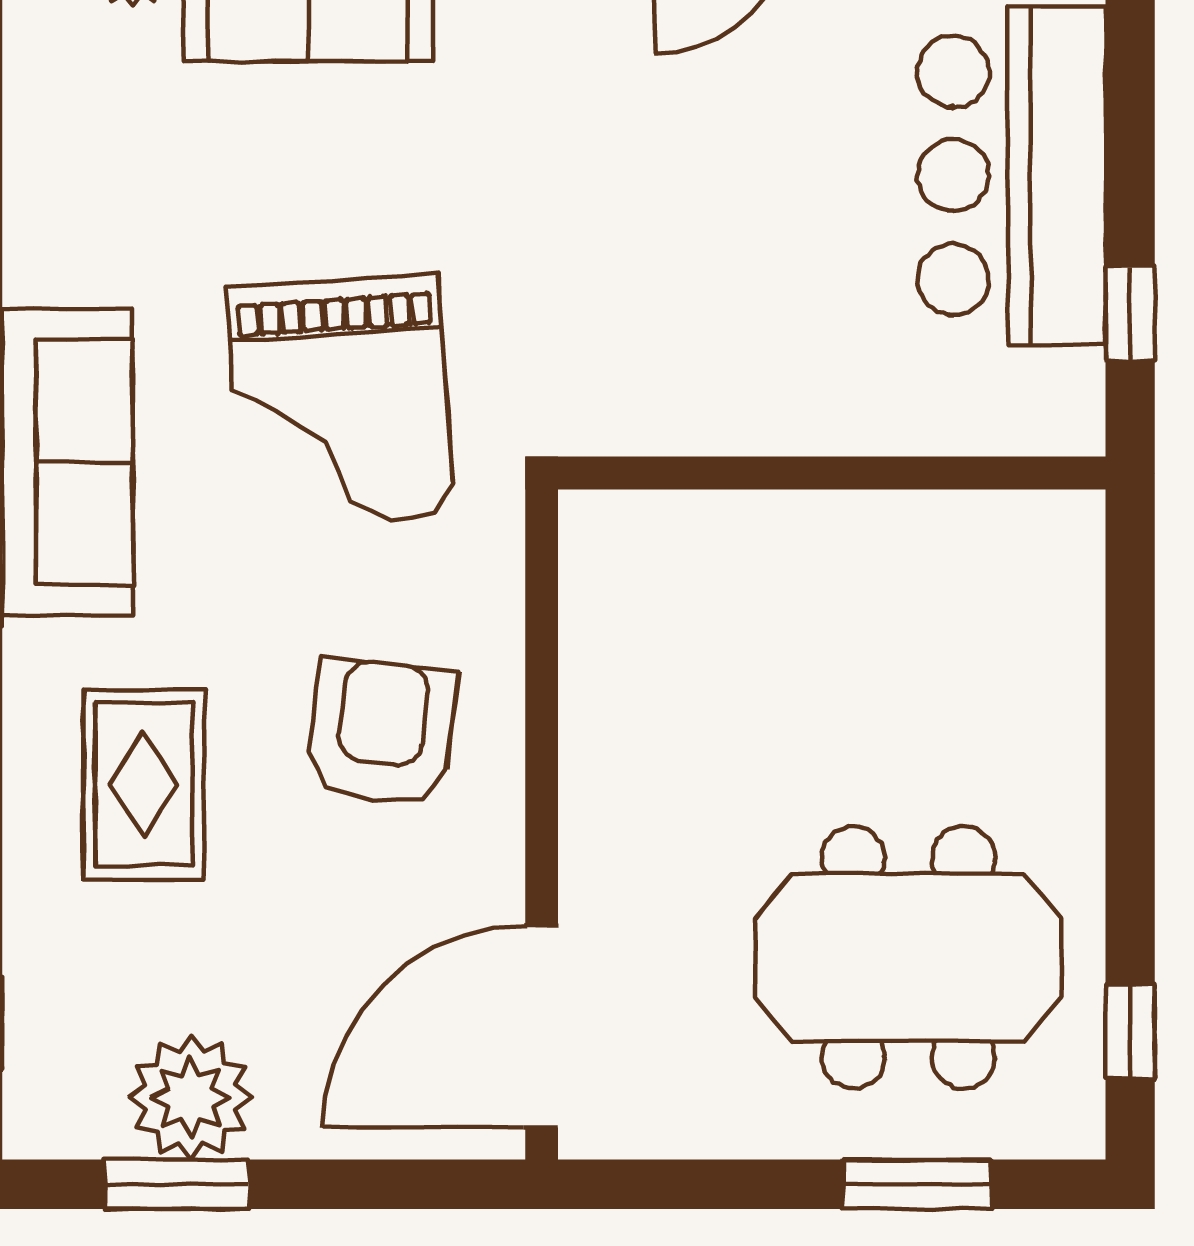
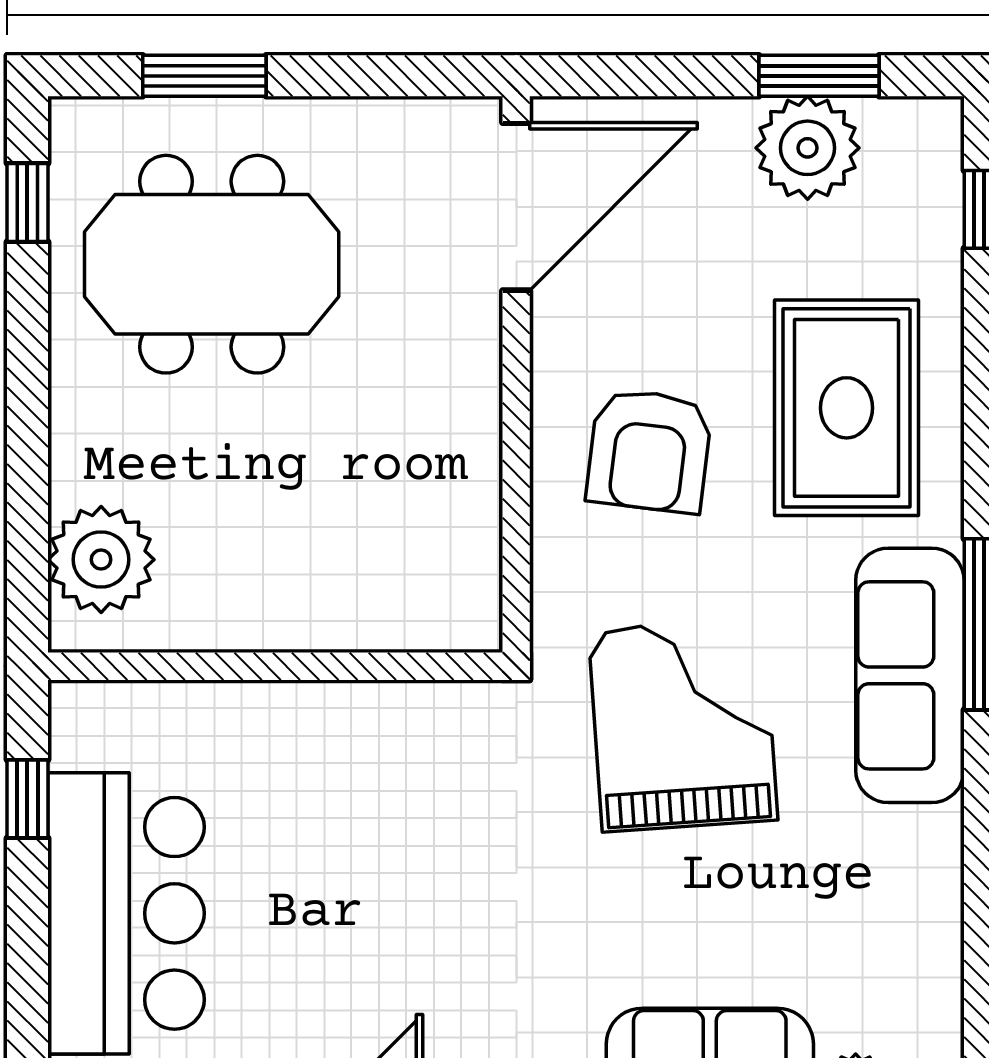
plant: (1042, 602) -> (101, 560), added
rug: (144, 784) -> (847, 408), width x1.36, depth x1.43

